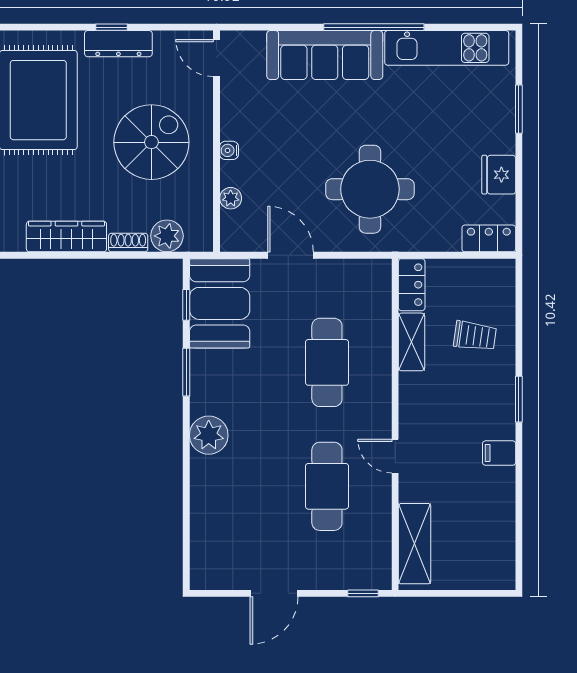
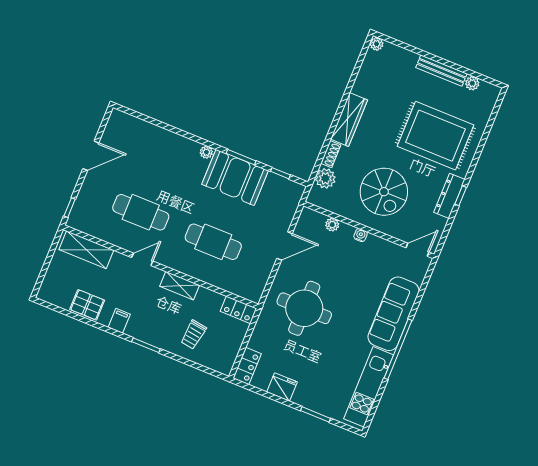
booth: (220, 303) -> (235, 177), moved
shelving: (411, 342) -> (180, 286), moved
plant: (209, 435) -> (206, 152), width x0.53, depth x0.53
pallet: (495, 509) -> (87, 305), added
door: (274, 593) -> (91, 156), swing flipped

